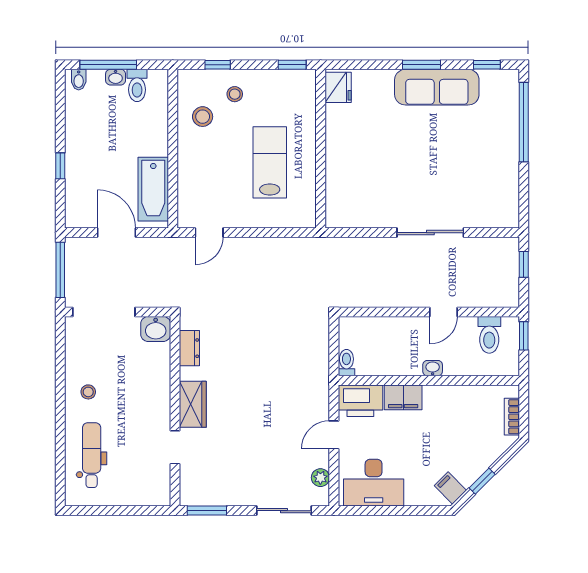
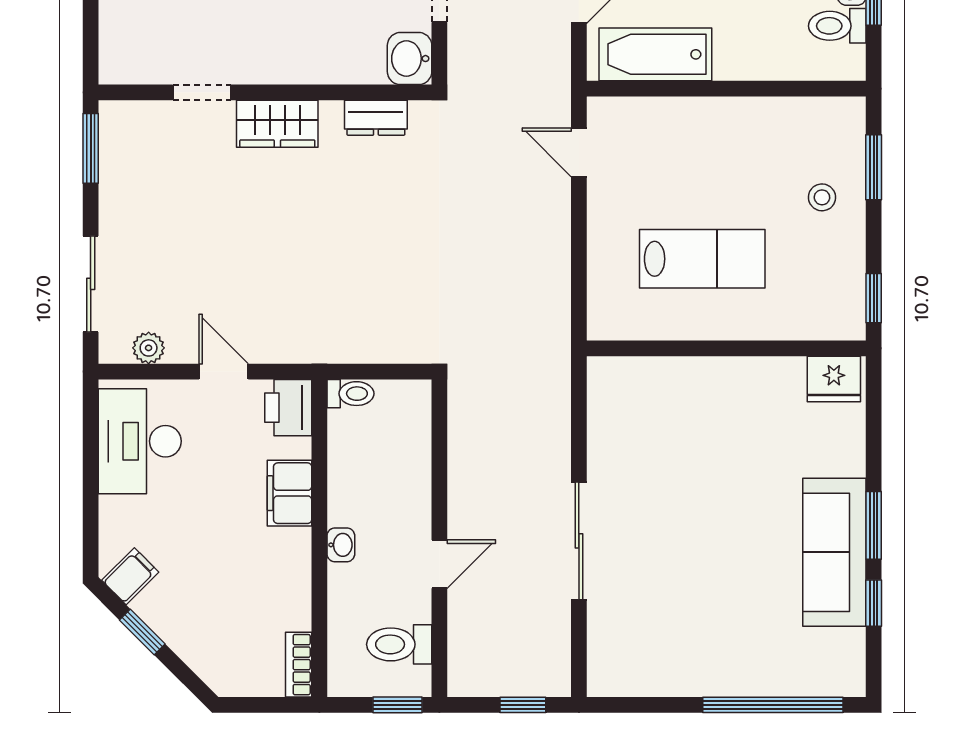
window: (218, 65) -> (874, 167), width x1.50
window: (487, 65) -> (874, 603), moved
stool: (203, 117) -> (783, 141), removed
door: (444, 312) -> (439, 564), swing flipped
printer: (360, 401) -> (288, 408), width x0.73, depth x0.84
bookcase: (512, 417) -> (299, 665), moved, turned -90

